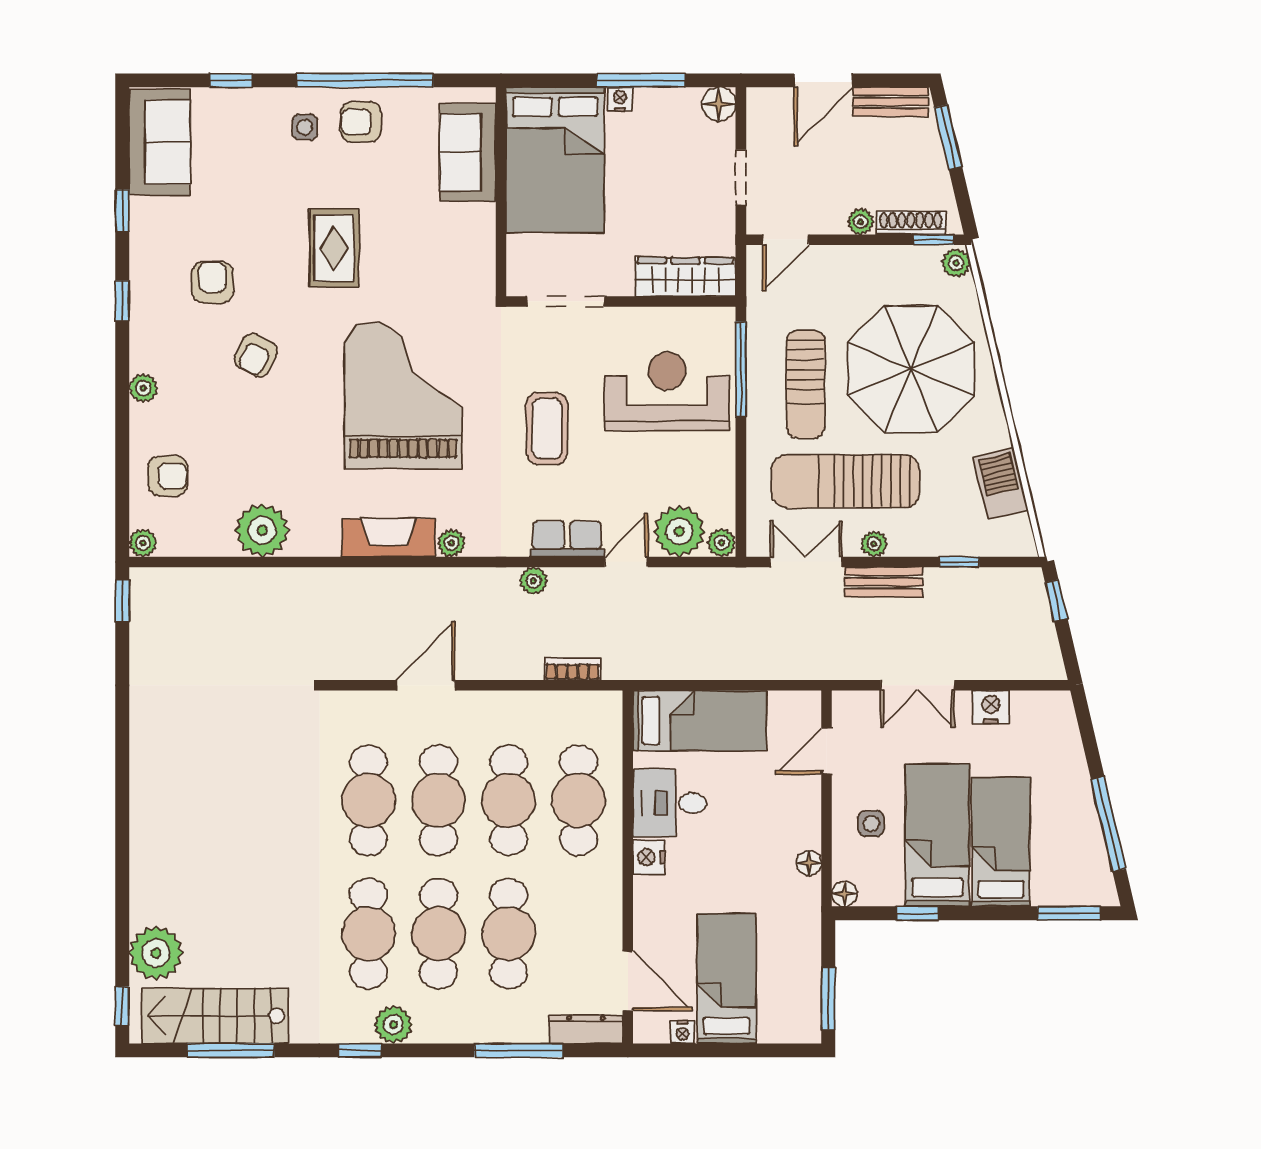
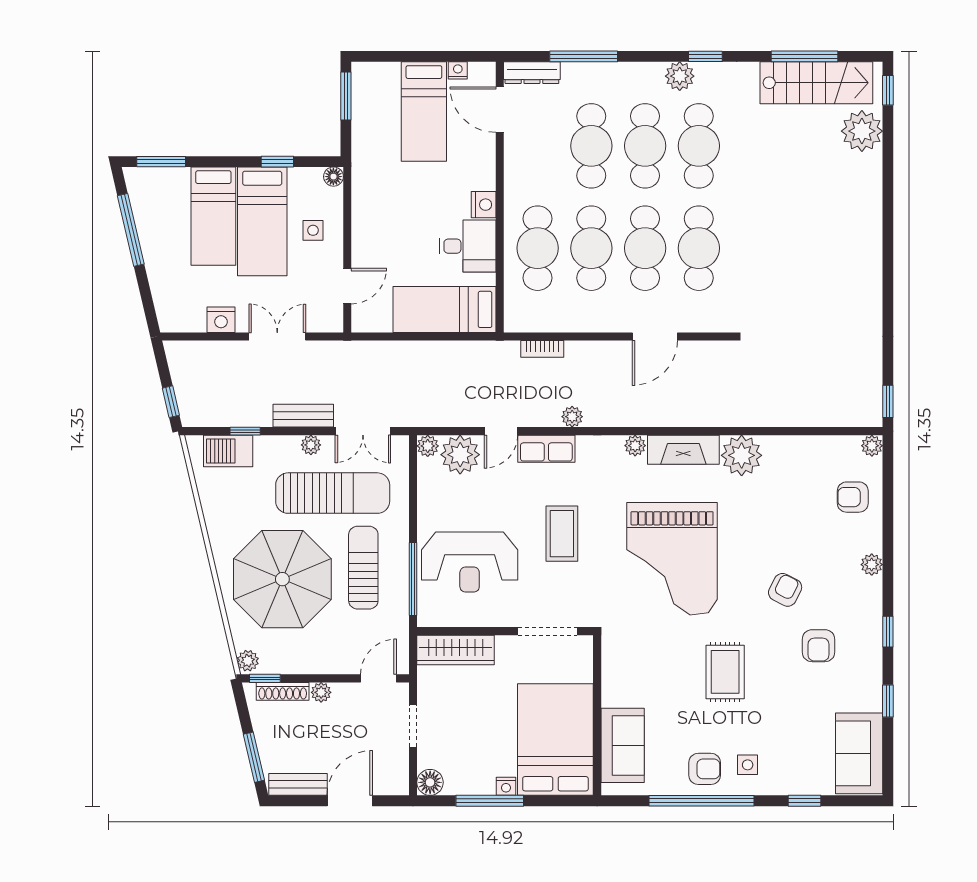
barbecue: (1001, 484) -> (228, 451), moved, turned 103
plant: (262, 530) -> (742, 455), moved
floor lamp: (809, 863) -> (361, 200), removed

